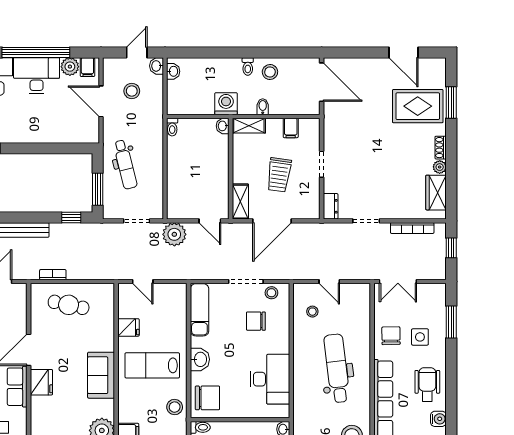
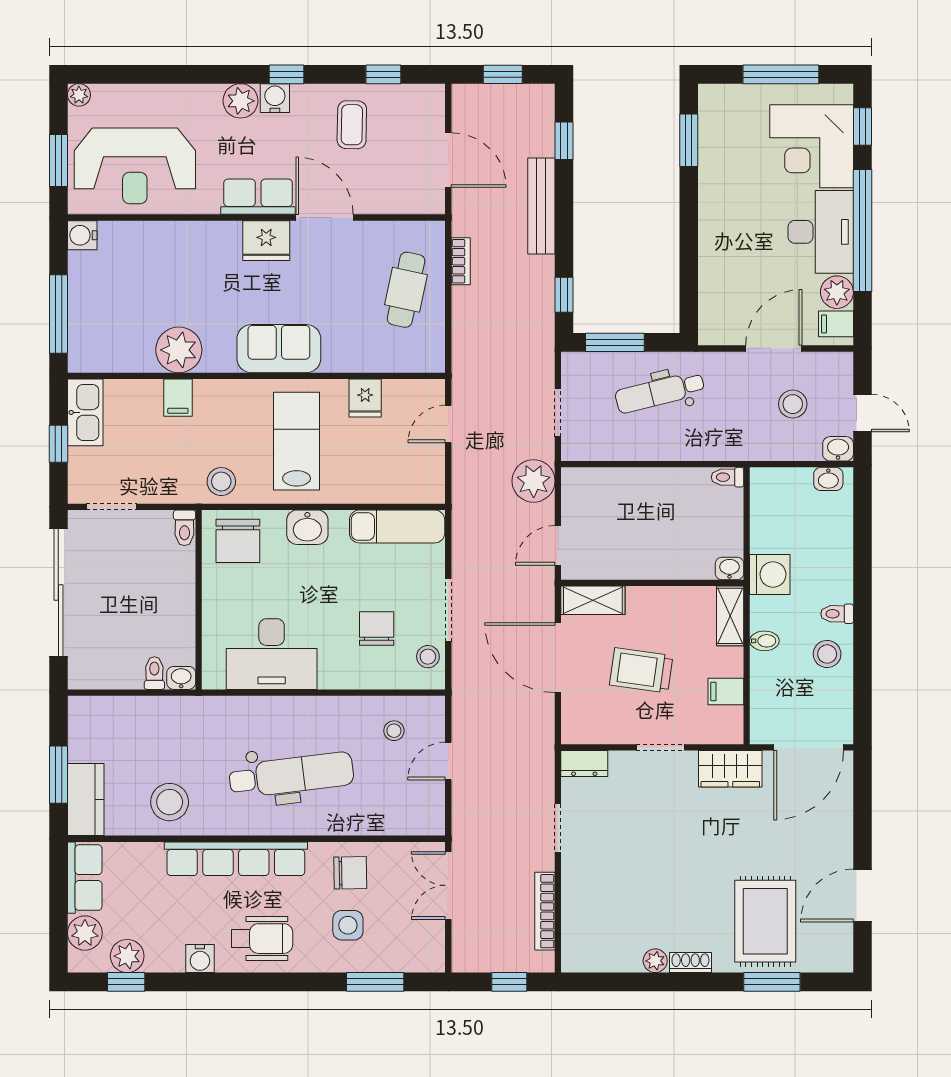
wardrobe: (436, 193) -> (730, 769), moved, turned 180

